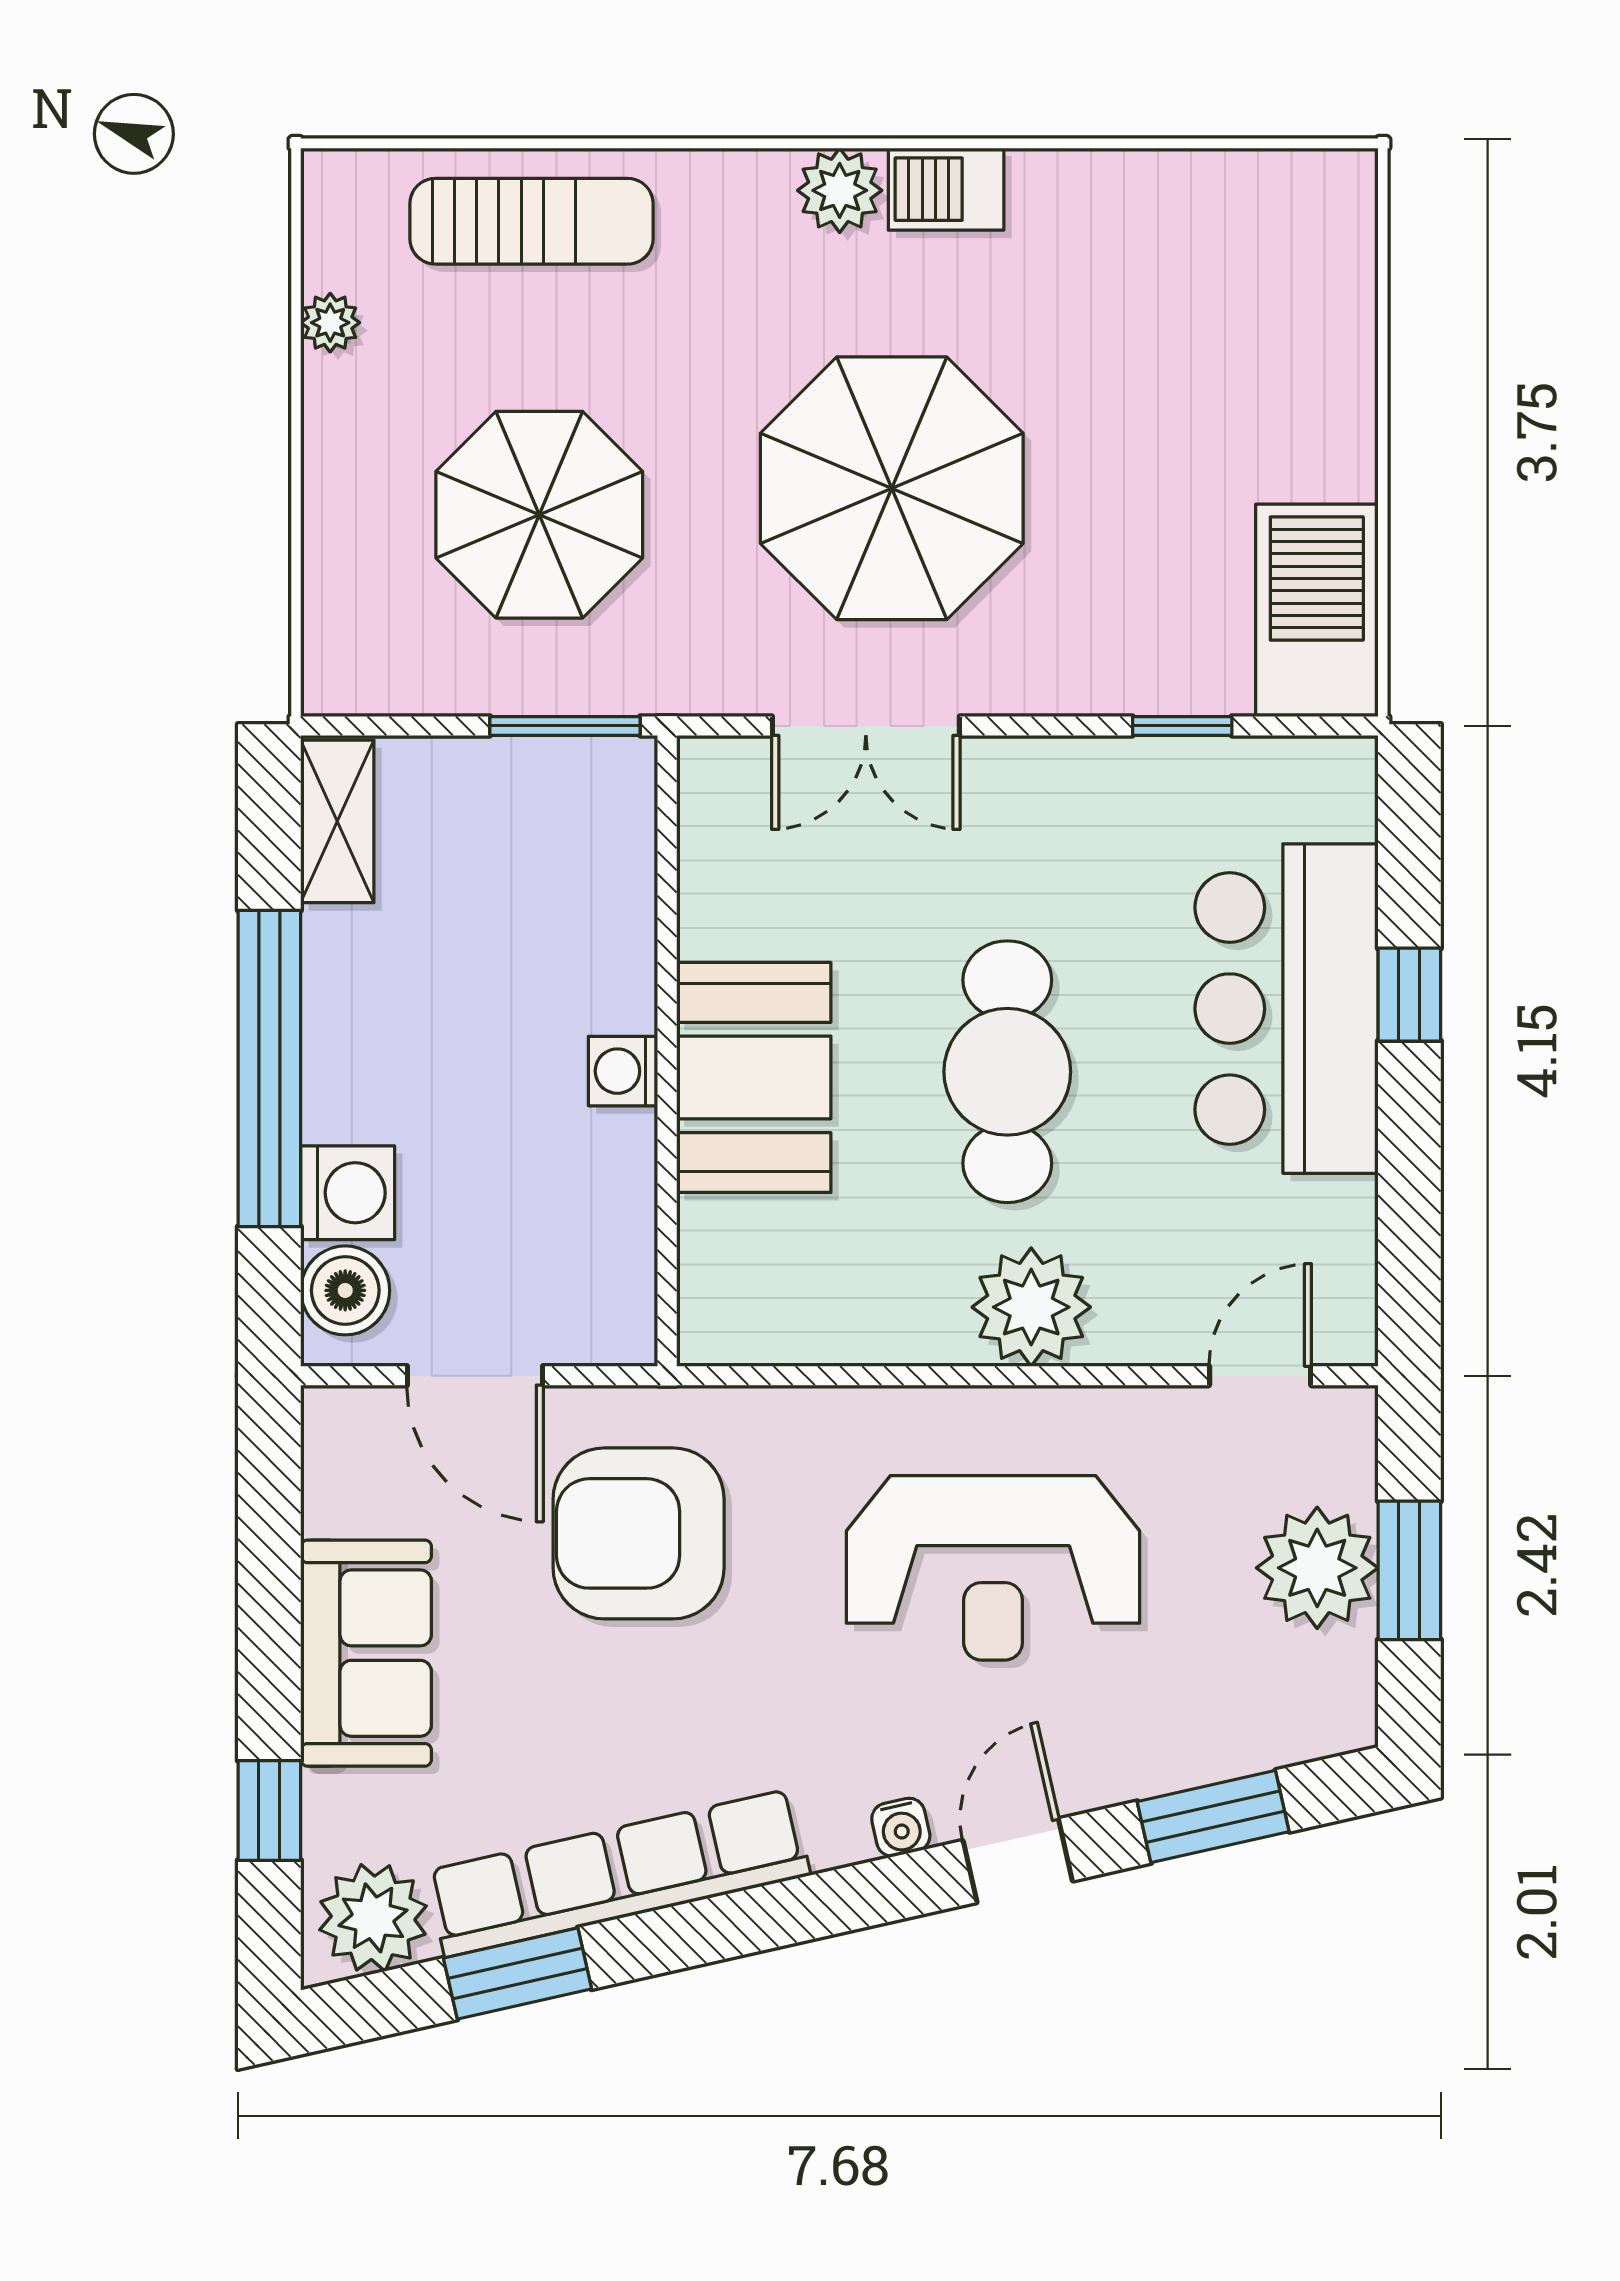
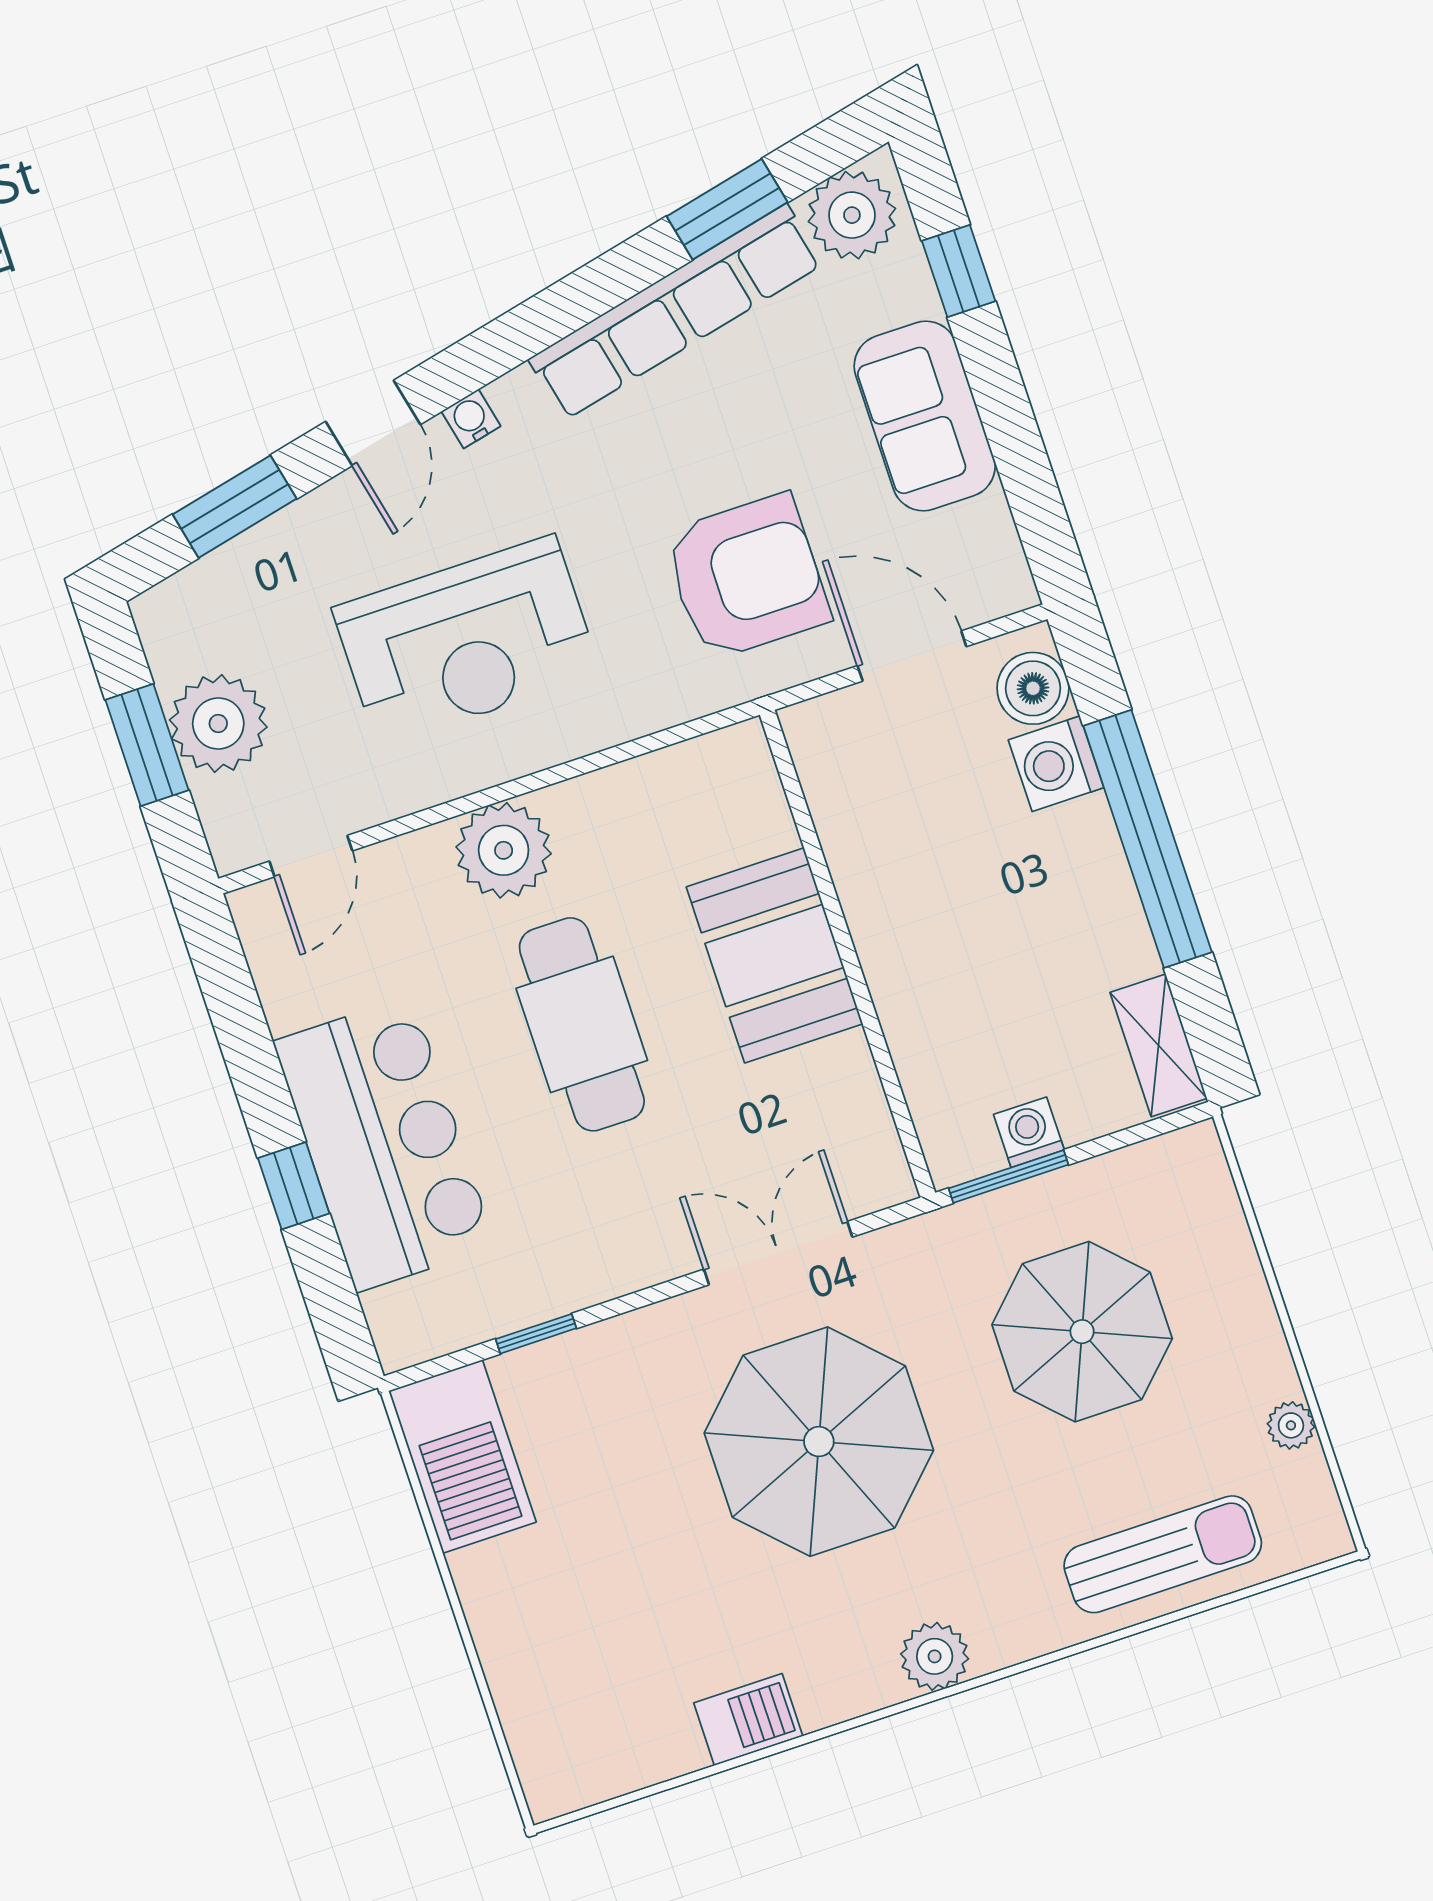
barbecue: (946, 189) -> (748, 1719), moved
sun lounger: (531, 221) -> (1163, 1554), turned 180
washing machine: (623, 1071) -> (1029, 1132), moved, turned -90
reception desk: (993, 1568) -> (466, 641), turned 180

